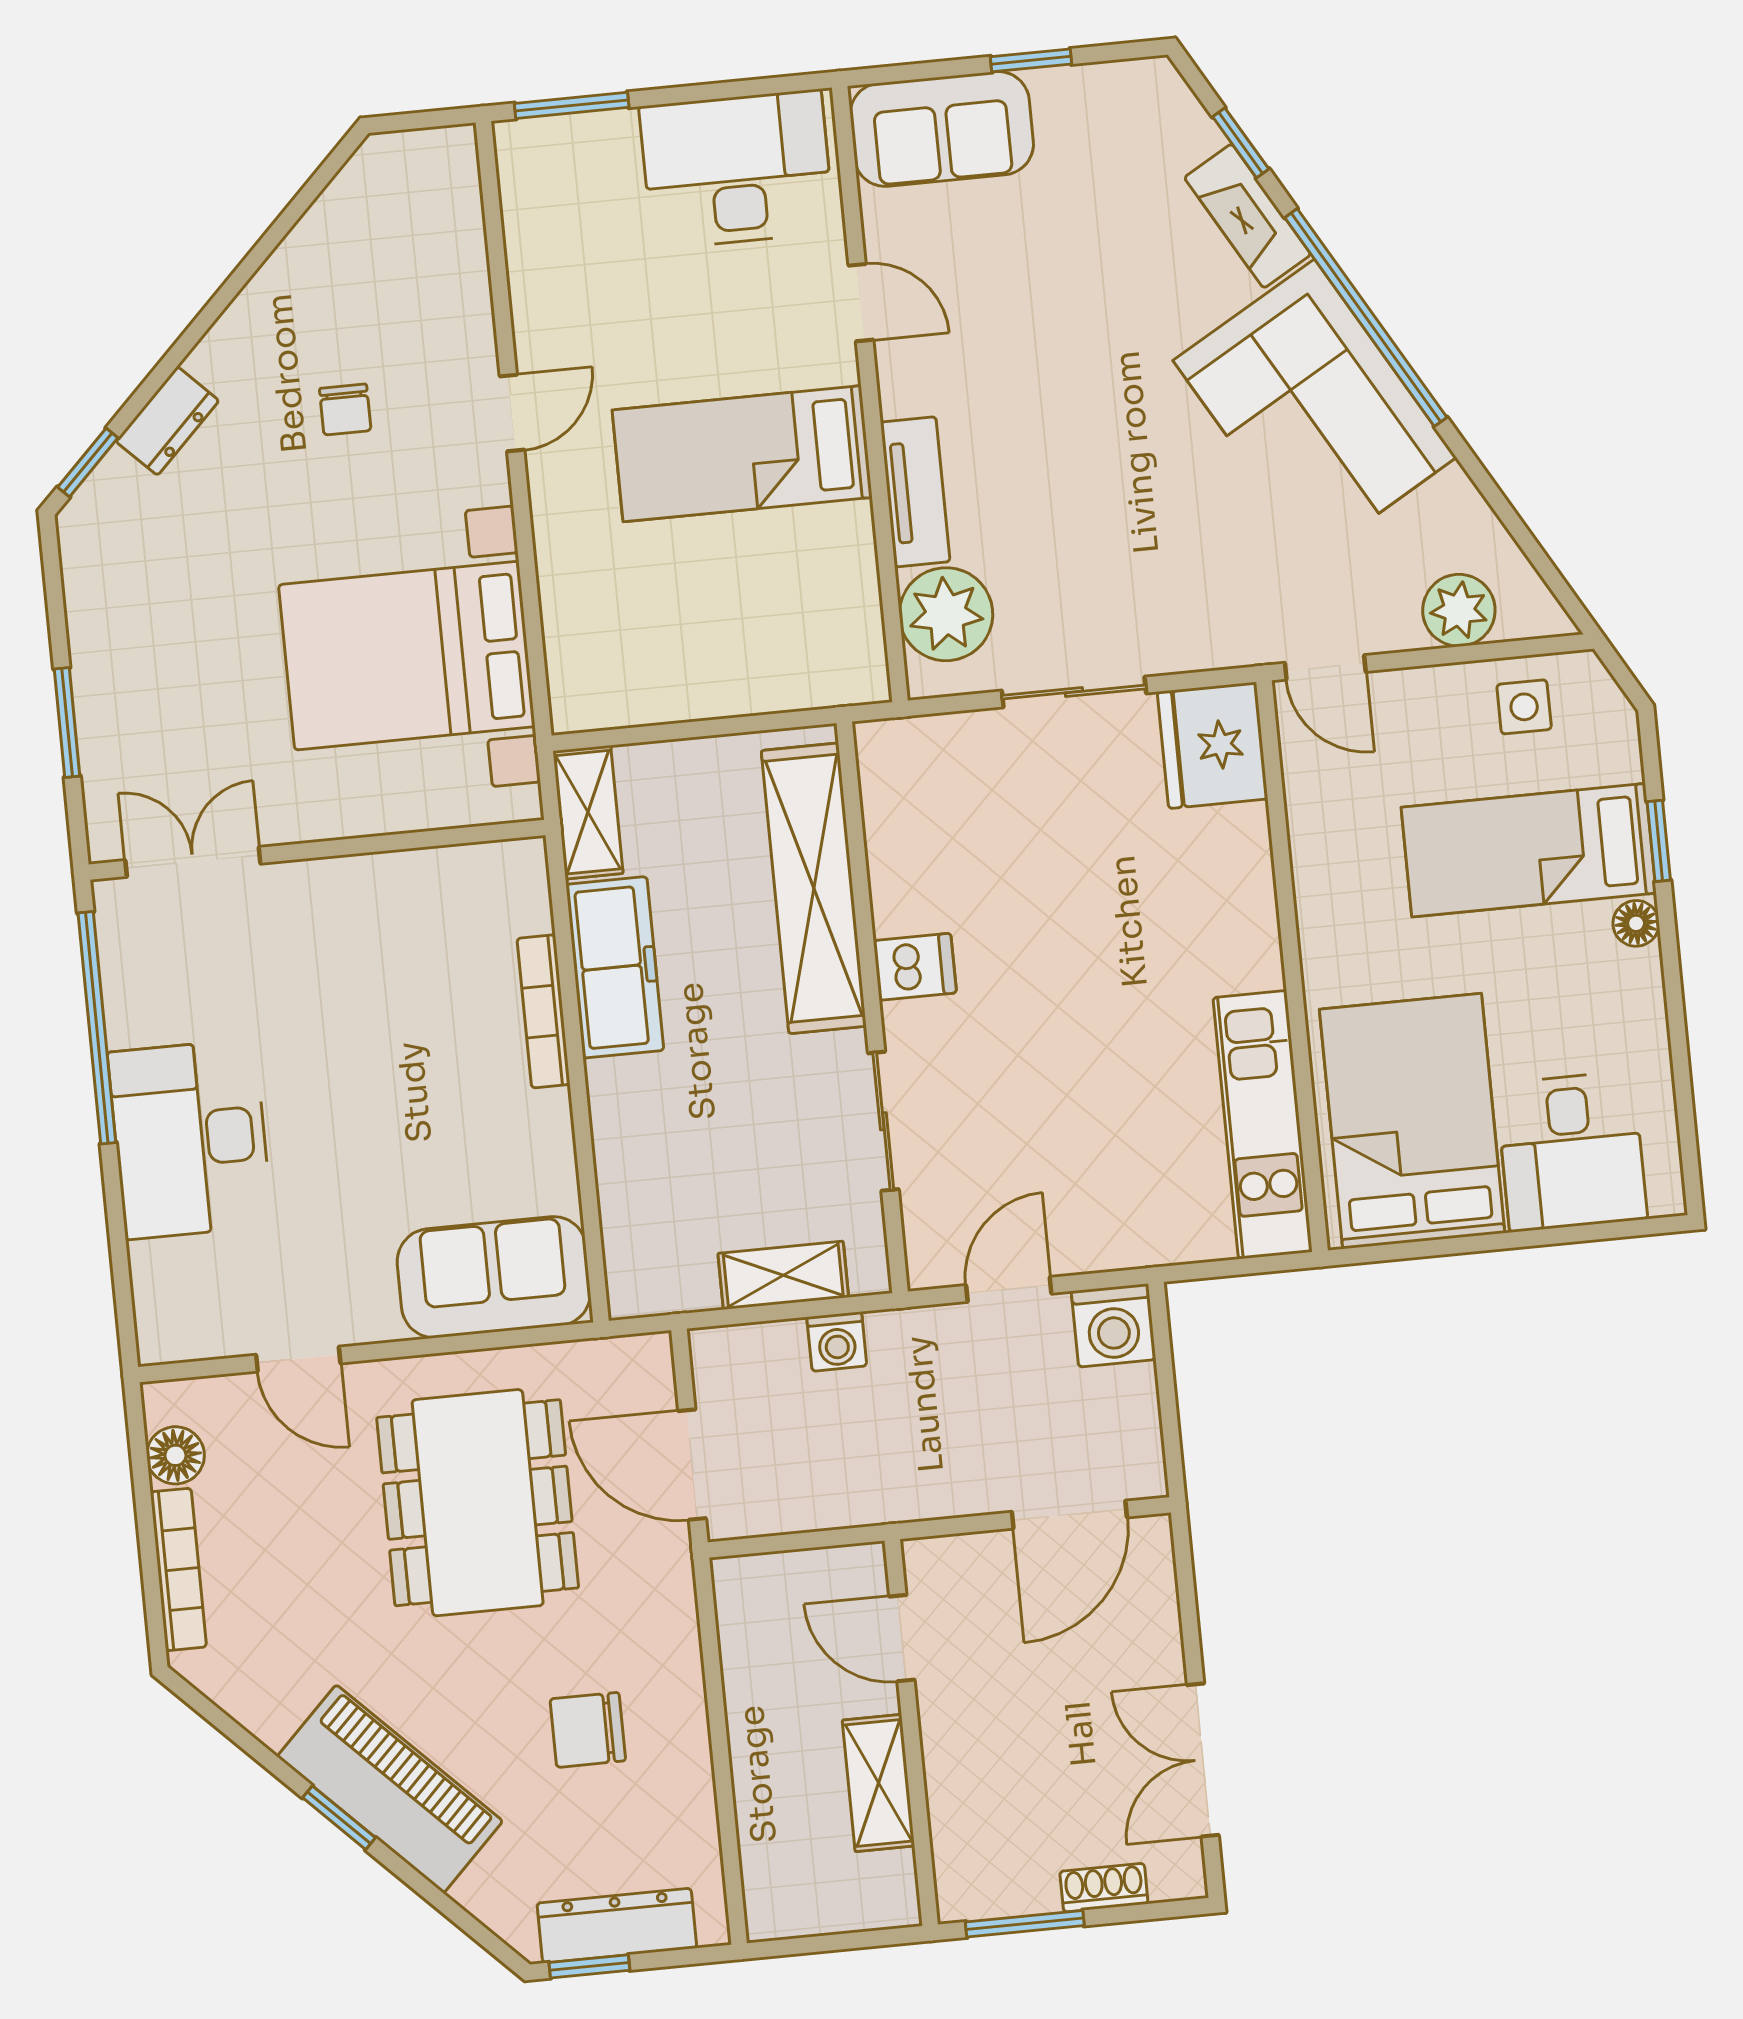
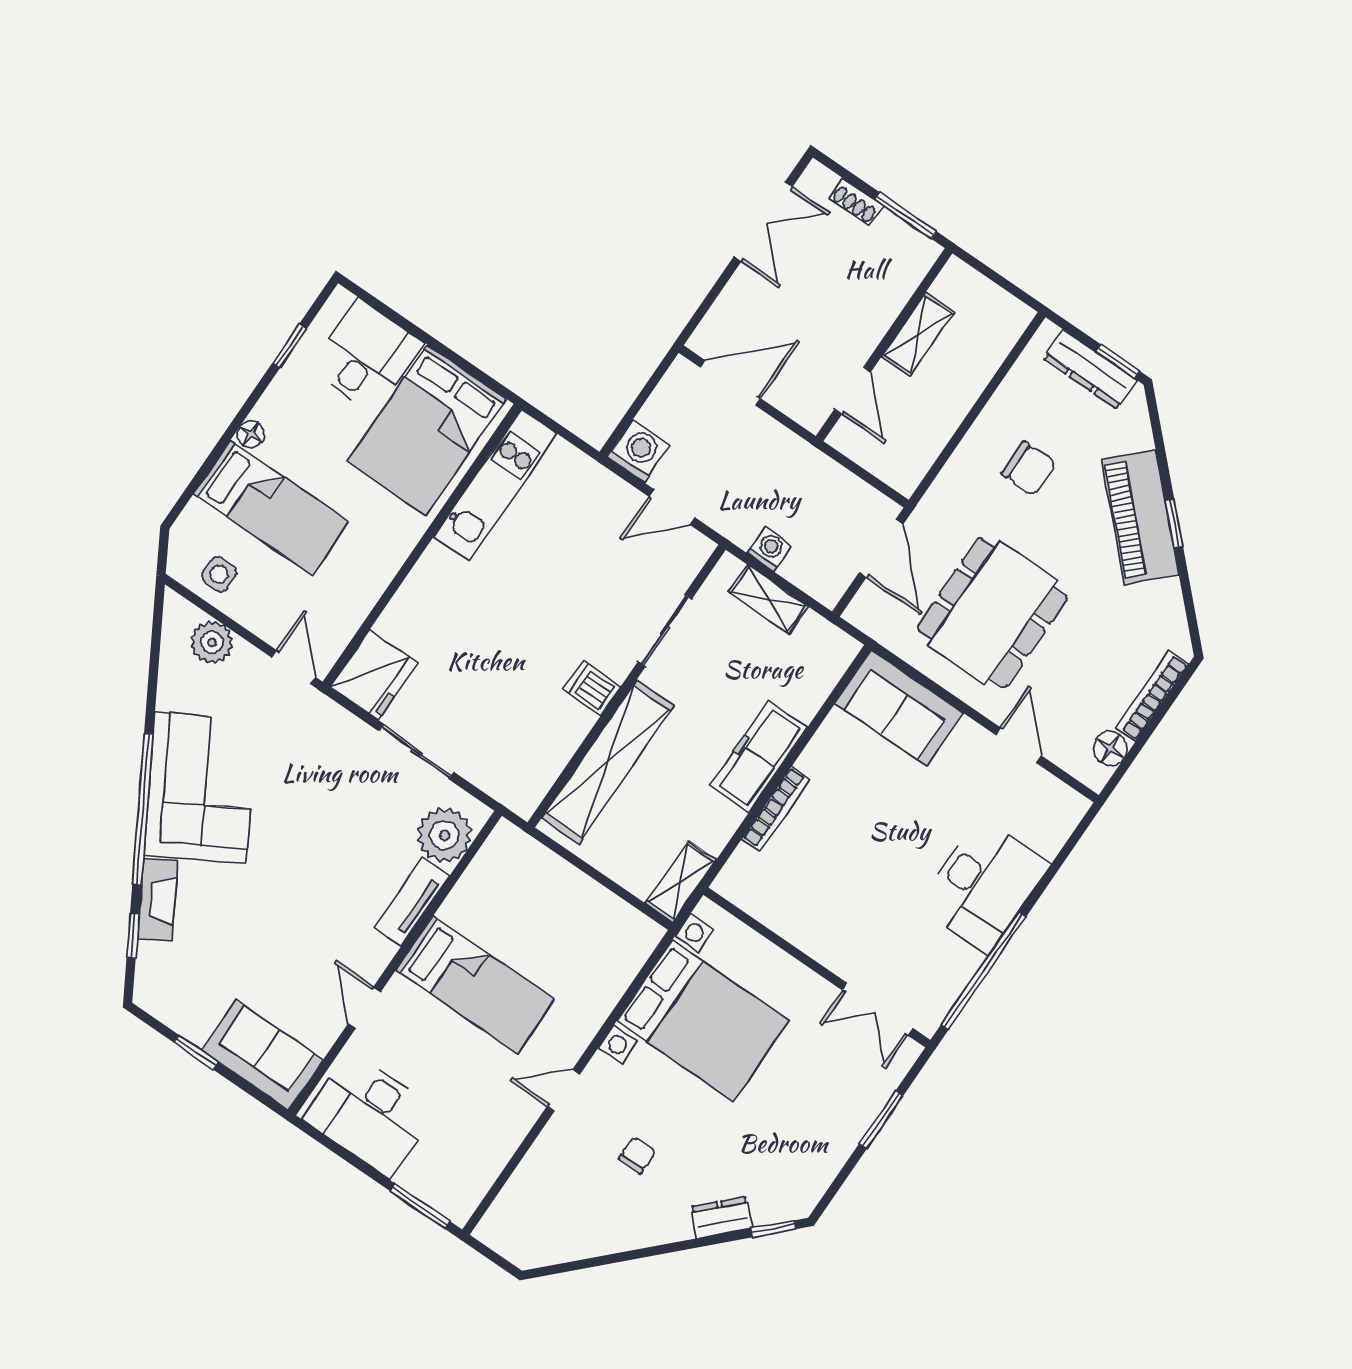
window: (1659, 841) -> (289, 346), moved
freezer: (615, 967) -> (758, 756), moved

